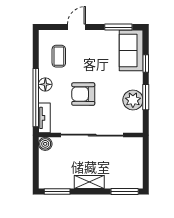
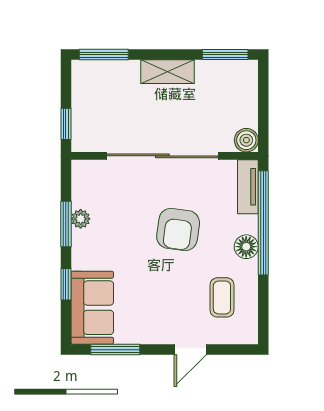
armchair: (83, 94) -> (178, 230), turned 98
plant: (133, 100) -> (81, 219), width x0.53, depth x0.53
window: (146, 153) -> (66, 124), added

